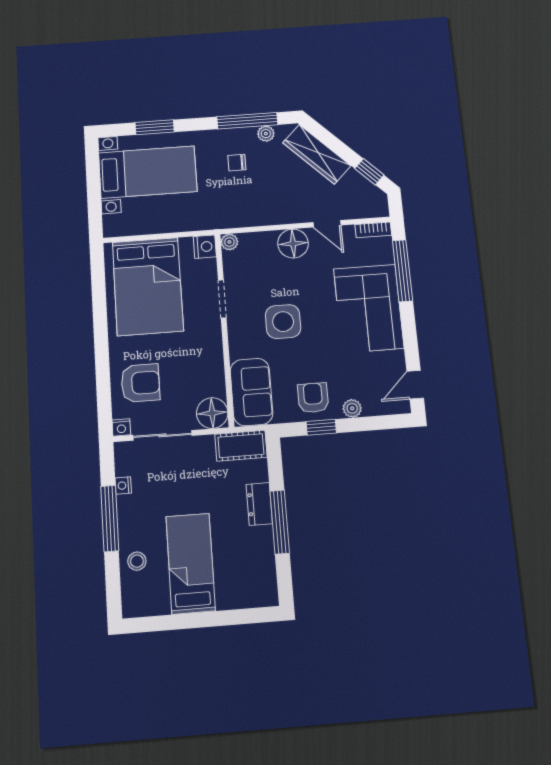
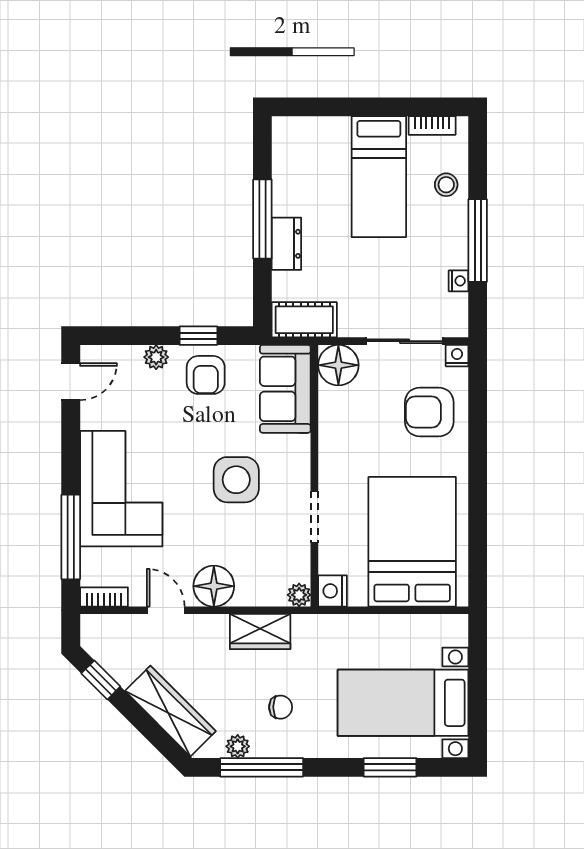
wardrobe: (256, 214) -> (260, 632), added
bookcase: (151, 608) -> (432, 125), added

